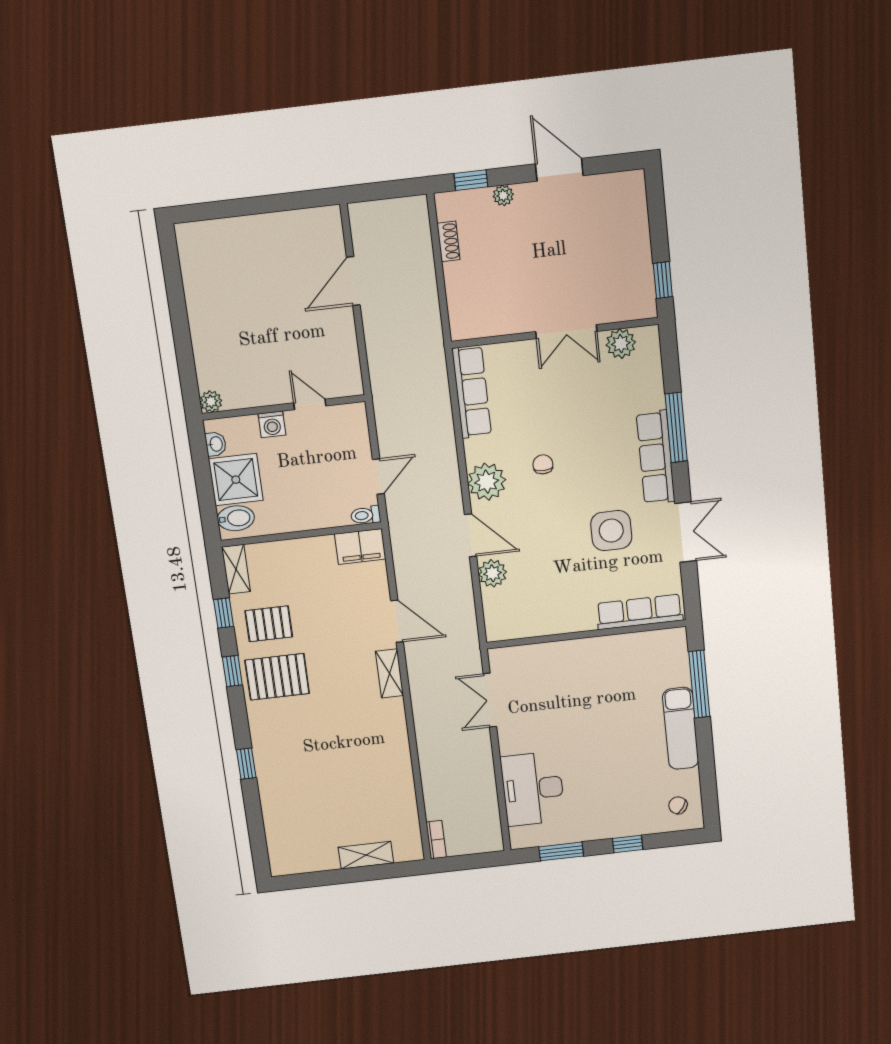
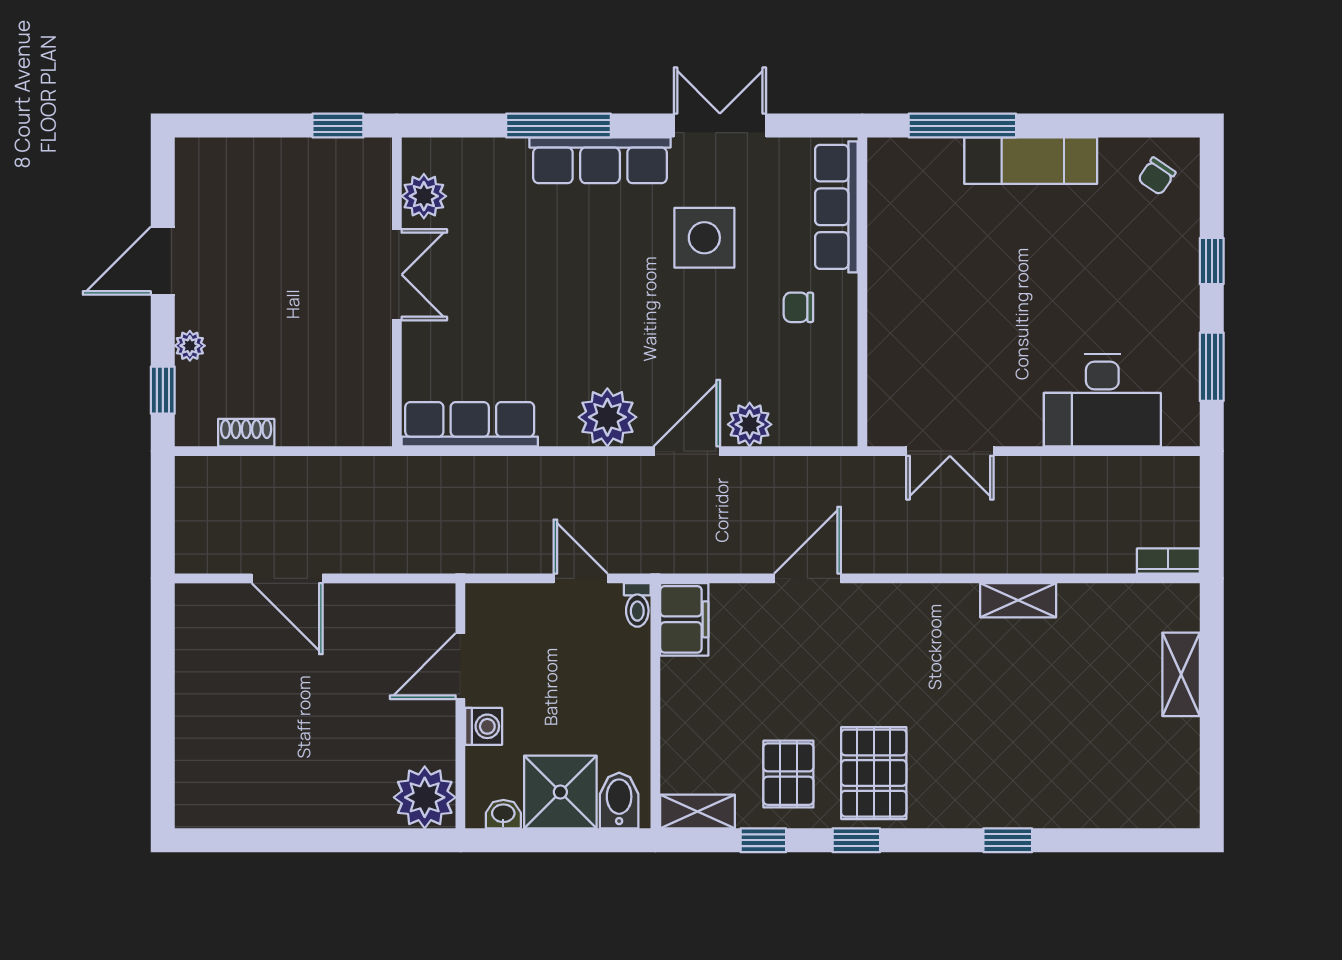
plant: (211, 402) -> (425, 797), width x1.88, depth x1.88
door: (310, 404) -> (460, 666), width x1.38
chair: (543, 464) -> (798, 307), moved
shelving: (389, 674) -> (1018, 600), moved

